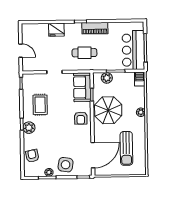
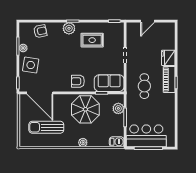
piano: (95, 28) -> (169, 79), moved

